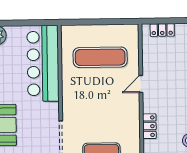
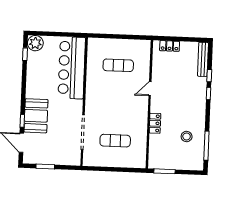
exercise mat: (100, 57) -> (118, 65), width x0.73, depth x0.69

